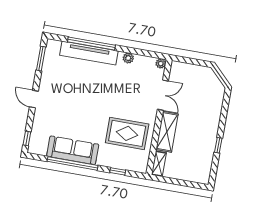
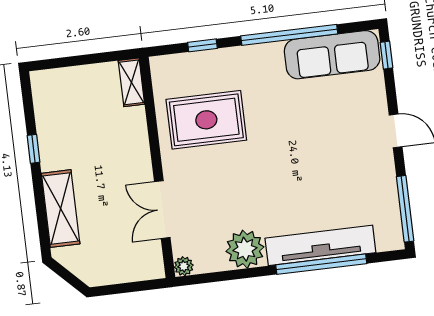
plant: (128, 58) -> (245, 249), width x1.88, depth x1.88
window: (41, 59) -> (405, 209), width x1.44
shelving: (167, 132) -> (61, 209), moved
sofa: (73, 150) -> (332, 55), moved

